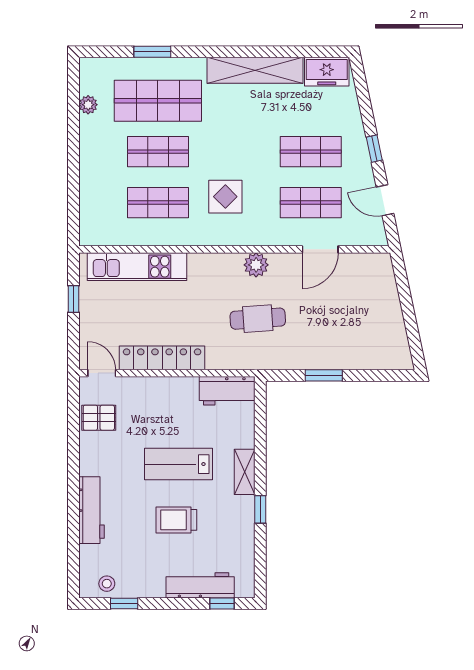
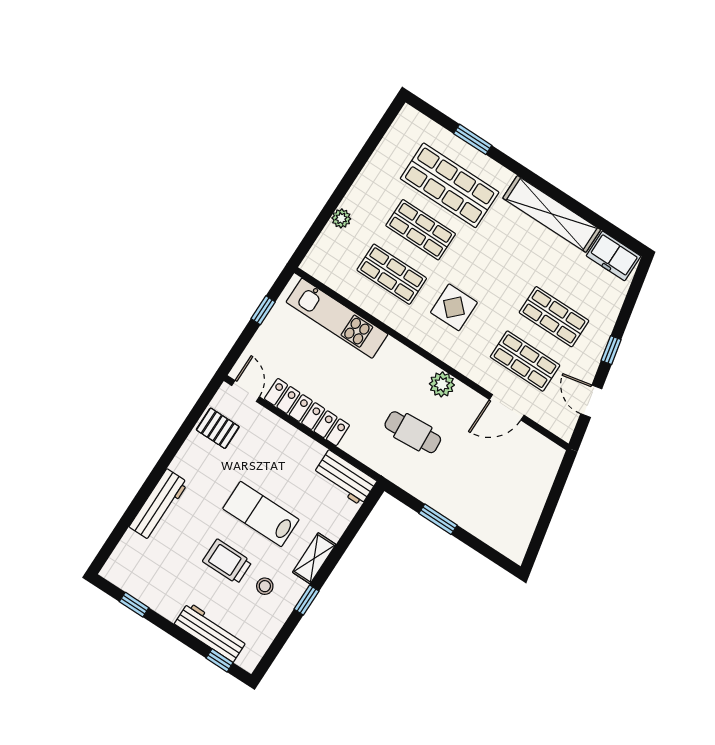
plant: (88, 105) -> (341, 218), moved
stool: (107, 584) -> (265, 586), moved

